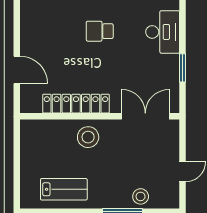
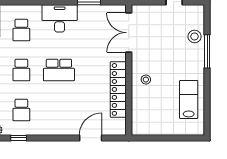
school desk: (100, 31) -> (59, 70), width x1.85
stool: (88, 137) -> (146, 80), width x0.53, depth x0.53

